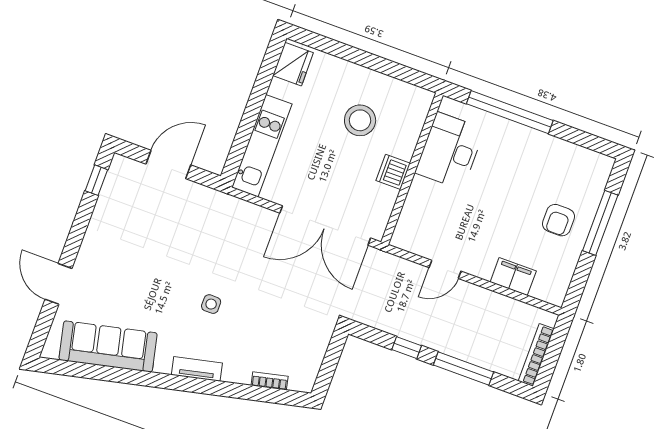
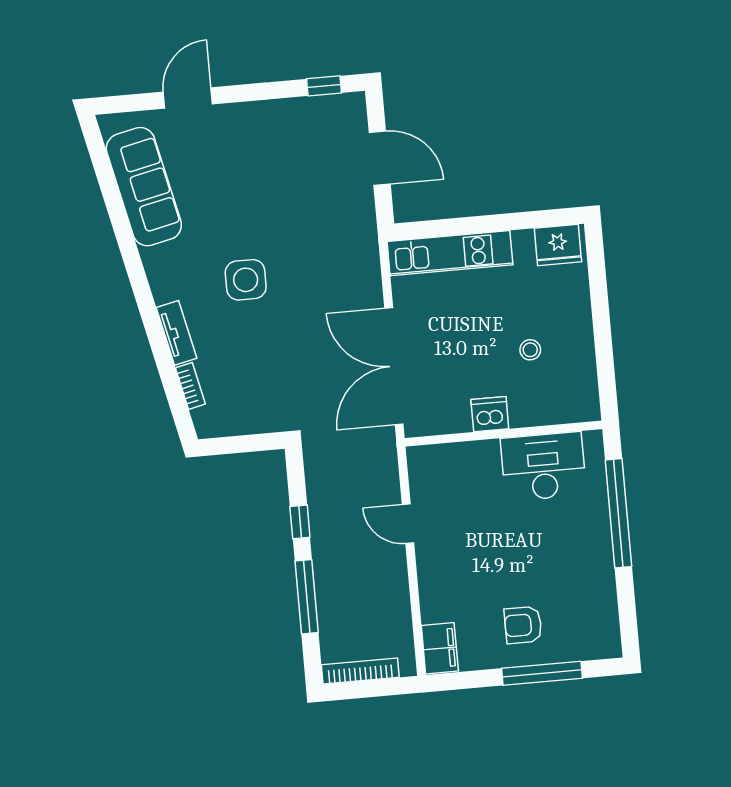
stool: (360, 120) -> (530, 350), width x0.53, depth x0.53
filing cabinet: (513, 277) -> (440, 648), moved
side table: (211, 304) -> (246, 280), width x1.87, depth x1.87
tv unit: (197, 369) -> (177, 333), moved

